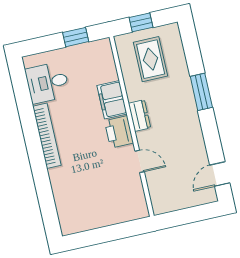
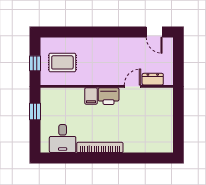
window: (201, 92) -> (93, 32), removed
filing cabinet: (112, 100) -> (91, 96), width x0.50
dresser: (140, 115) -> (153, 79), moved

